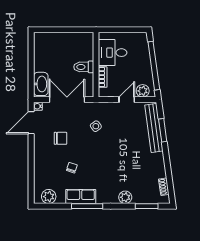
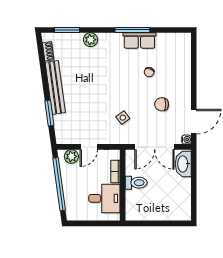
bench: (154, 128) -> (55, 87), moved
plant: (49, 197) -> (175, 40), removed

